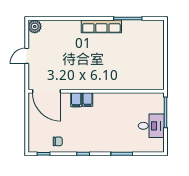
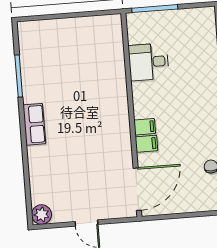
row of seats: (101, 26) -> (34, 124), width x0.68
desk: (151, 126) -> (149, 62), moved, turned -90

